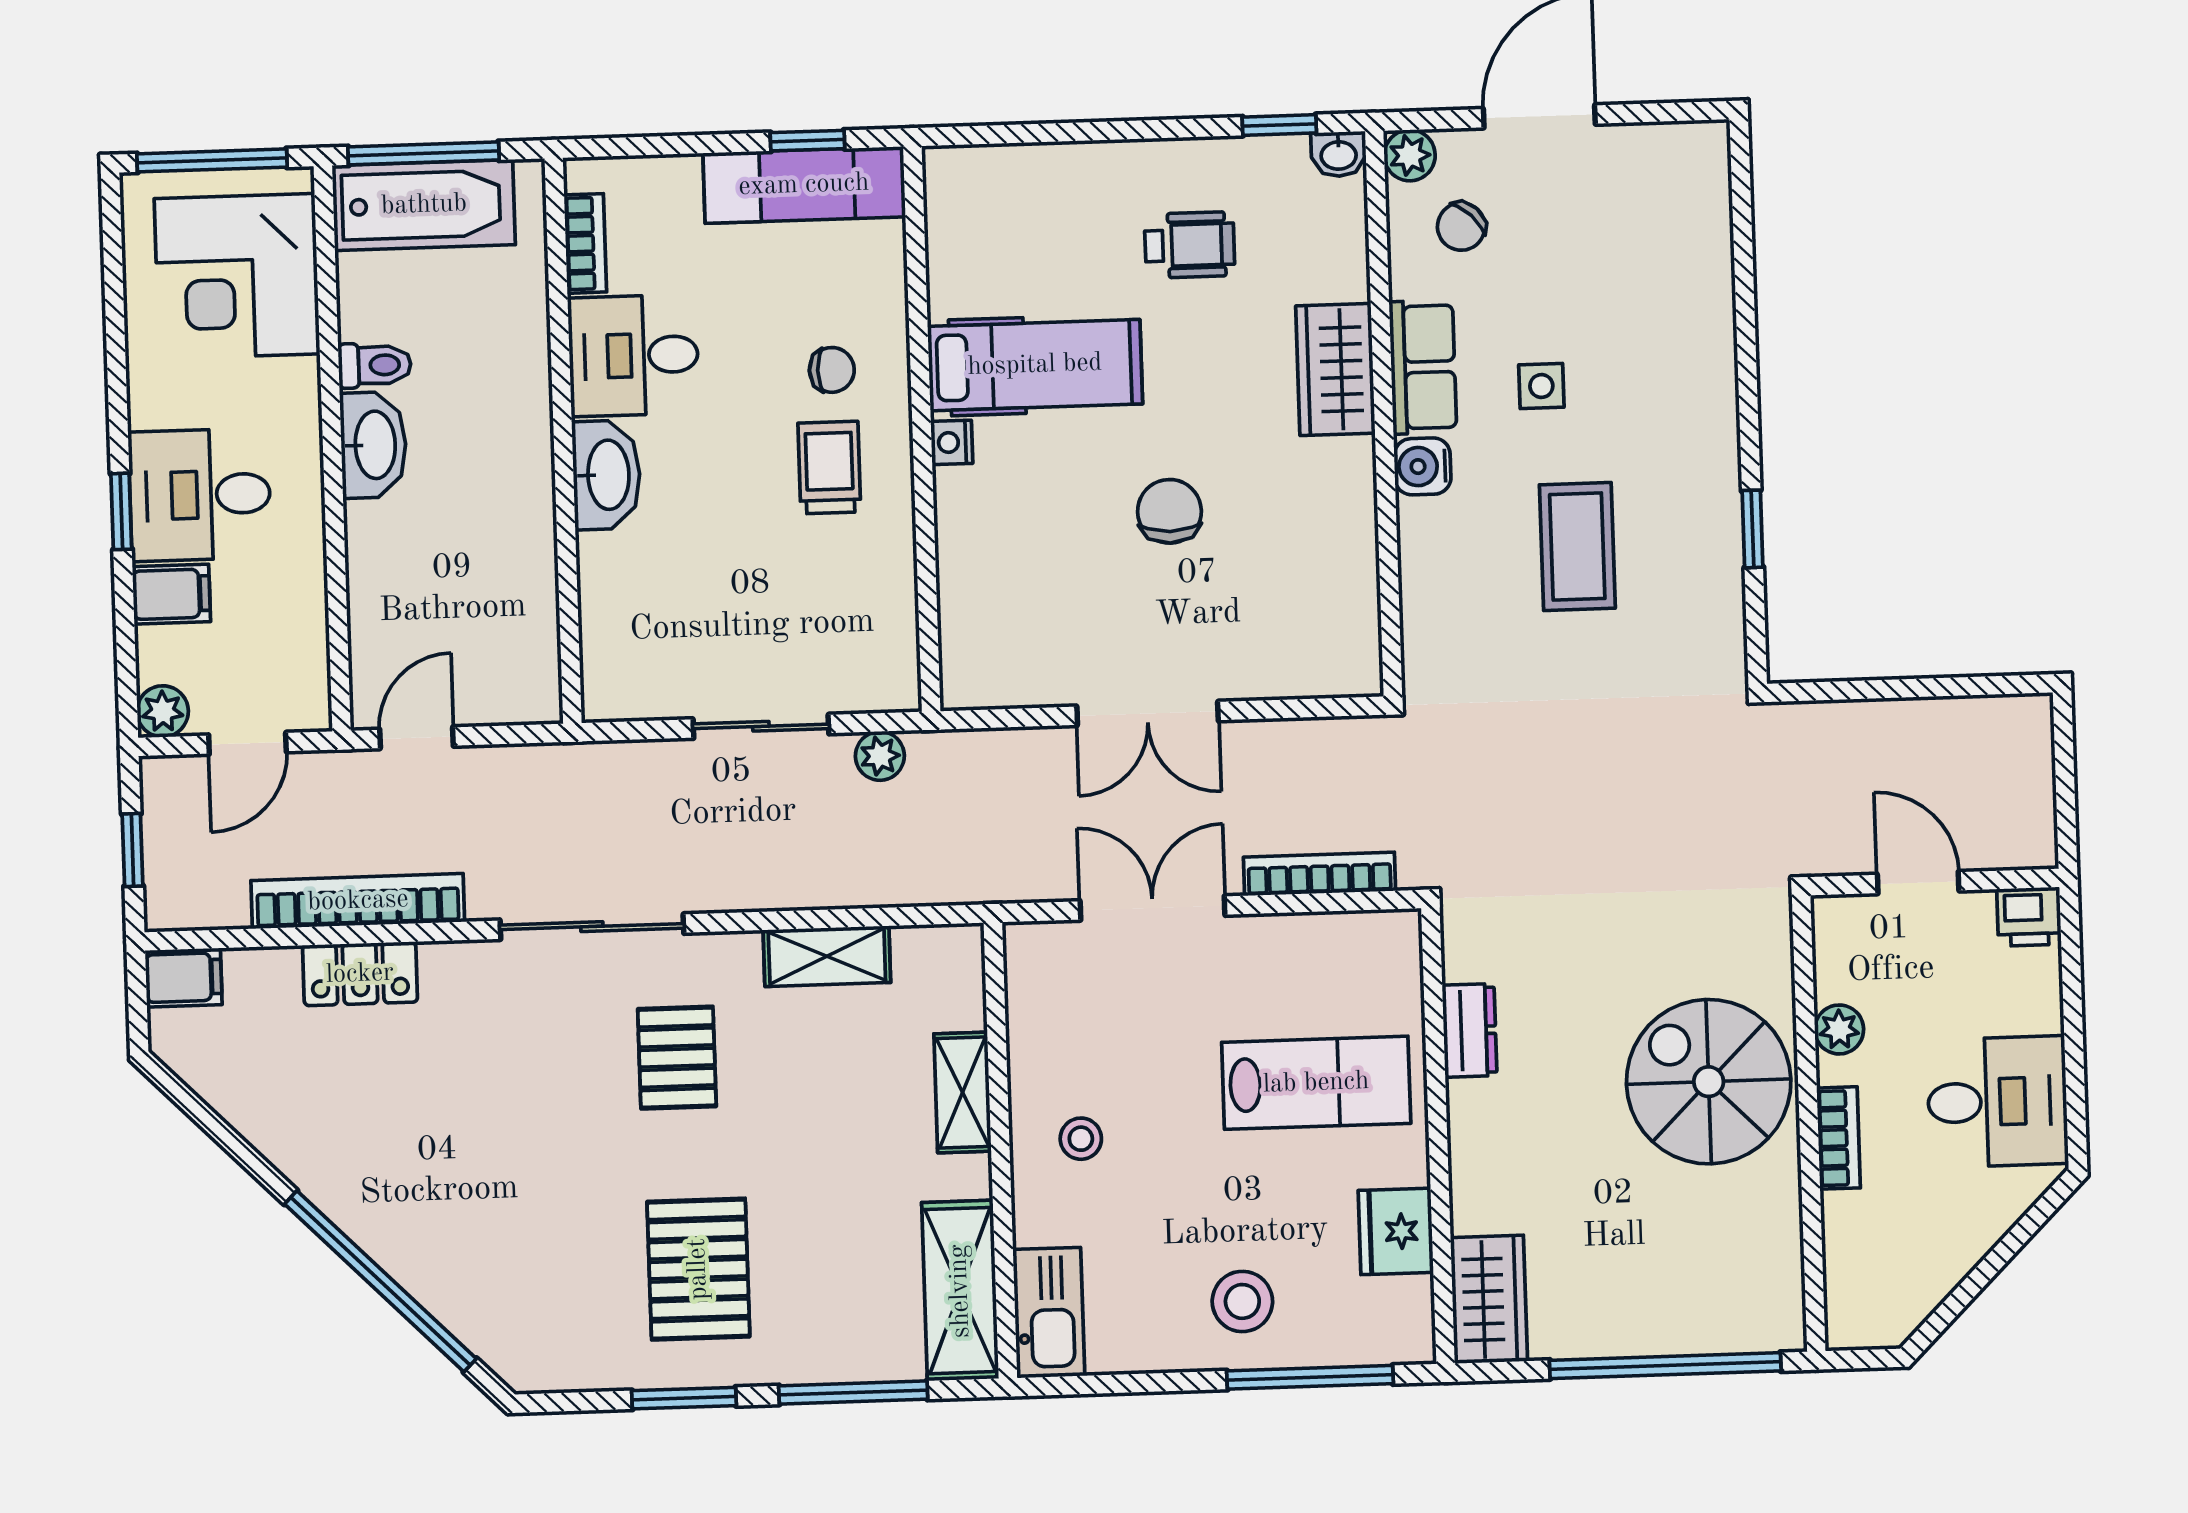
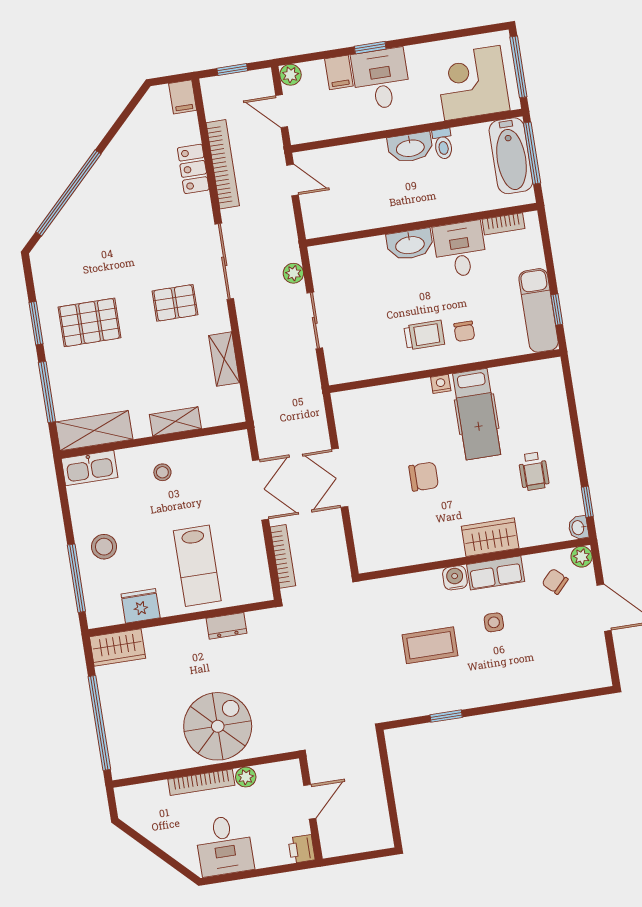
plant: (880, 756) -> (293, 273), moved
bookcase: (1839, 1138) -> (201, 782), width x1.56

